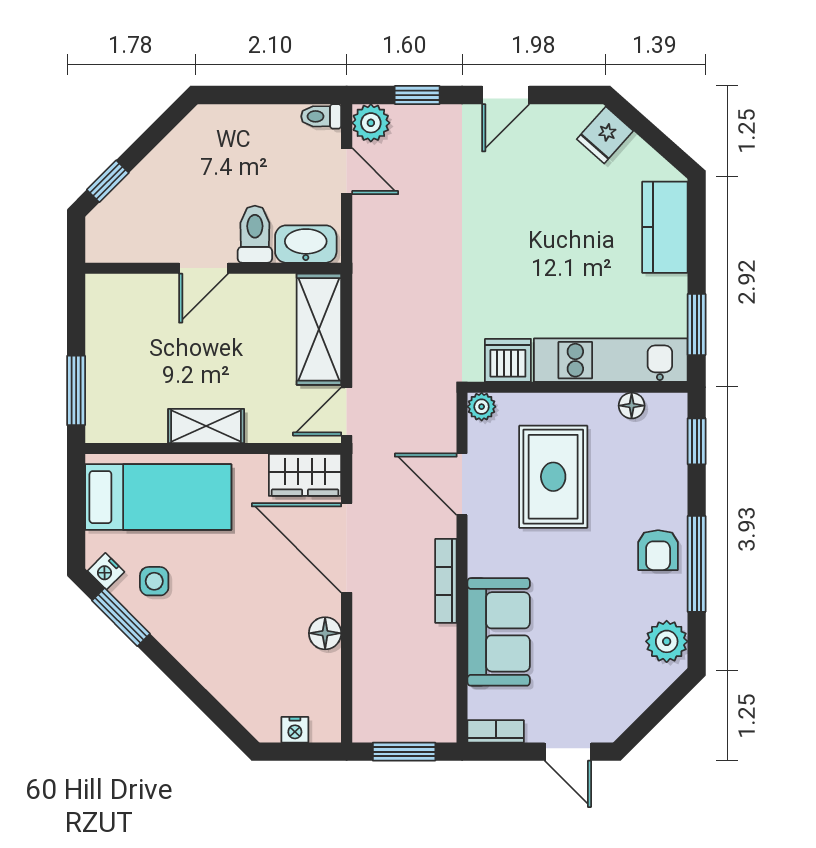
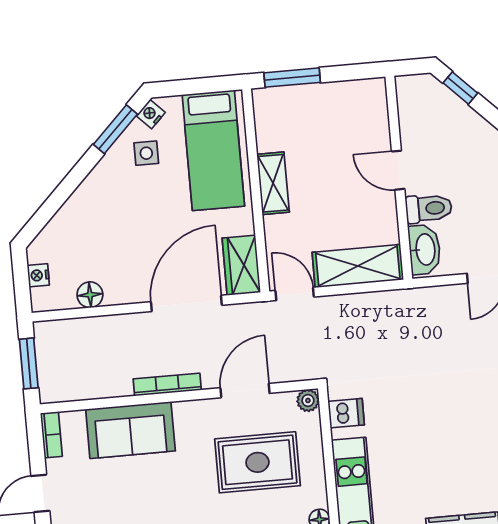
dishwasher: (508, 360) -> (346, 413), width x0.73
floor lamp: (325, 633) -> (90, 295), moved

